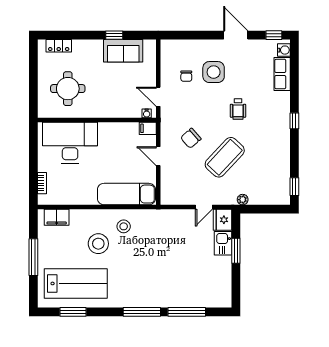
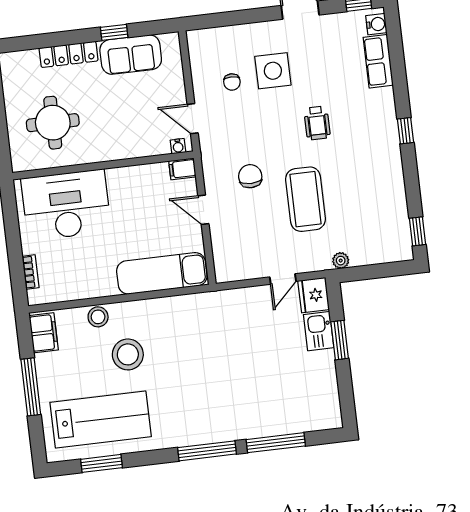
locker: (59, 46) -> (69, 54), moved, width x1.53
chair: (191, 138) -> (250, 176), turned 131
coffee table: (225, 157) -> (305, 199), turned -43
filing cabinet: (57, 217) -> (44, 333), moved, turned -90
stool: (124, 226) -> (98, 317), moved

